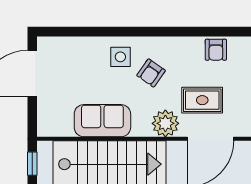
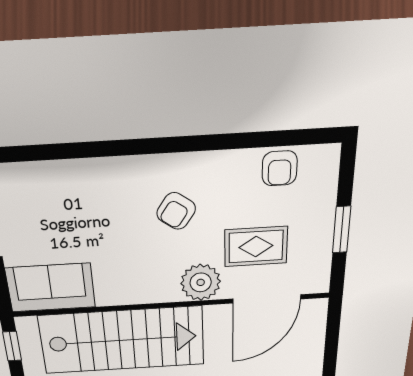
side table: (120, 57) -> (126, 189), removed
sofa: (102, 121) -> (51, 288), moved

